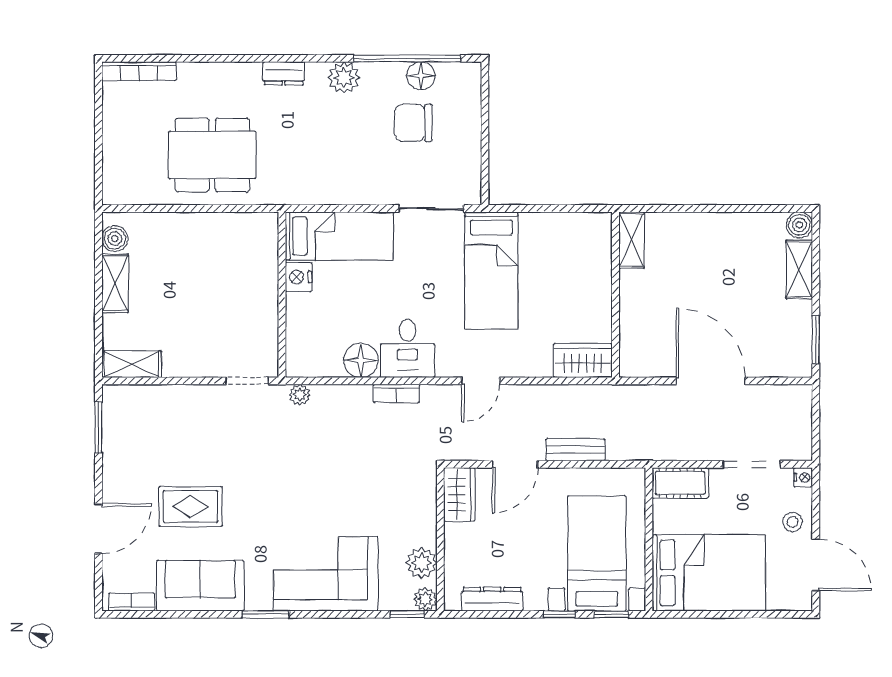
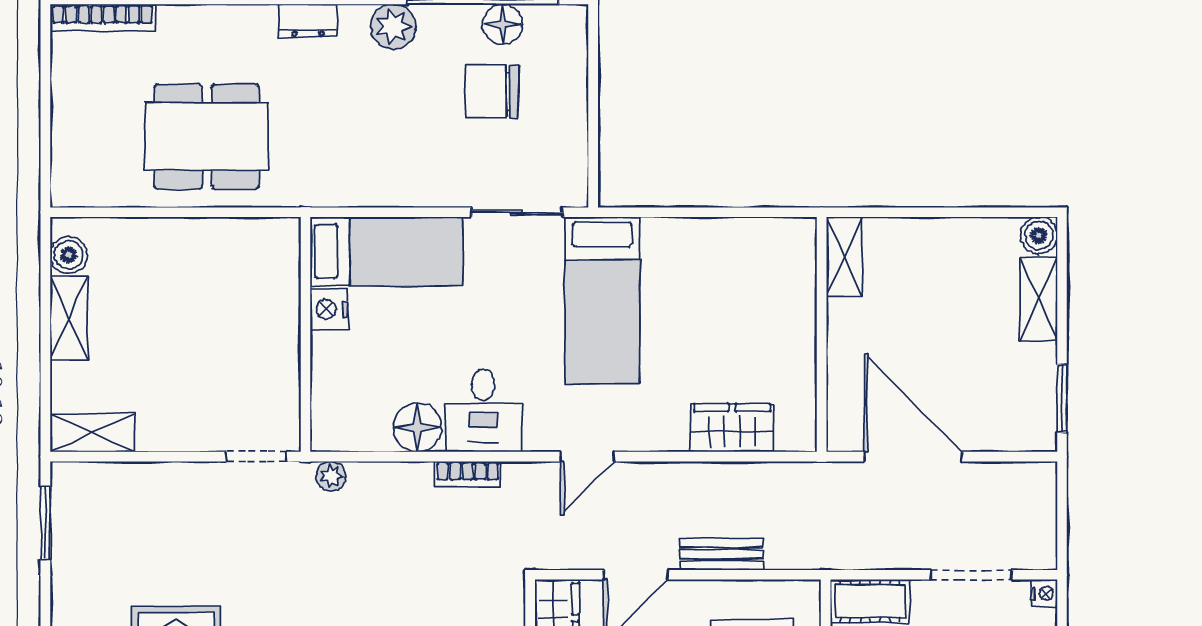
shelving: (632, 240) -> (844, 257), moved
wall: (616, 295) -> (822, 334), moved

